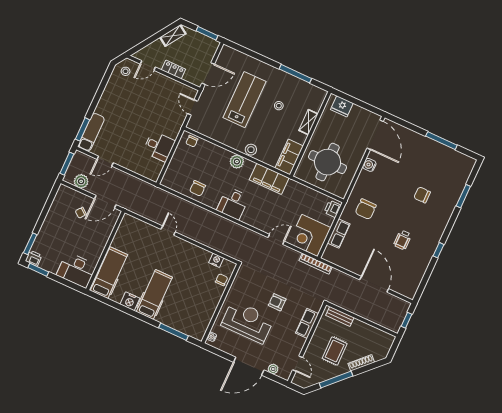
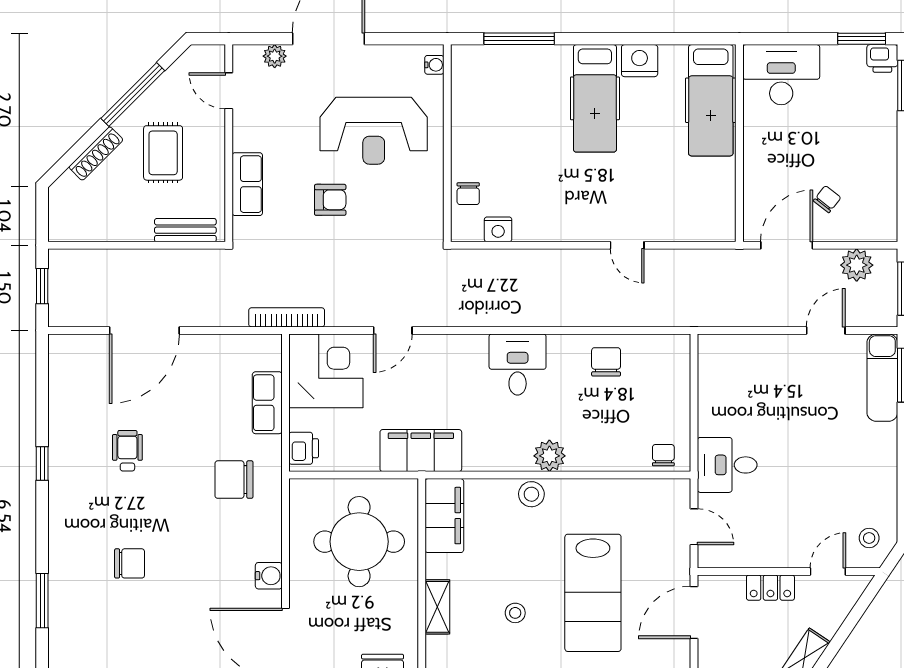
desk: (159, 146) -> (727, 465), moved
filing cabinet: (269, 179) -> (421, 451), moved
chair: (366, 209) -> (234, 480), turned -90
door: (374, 284) -> (144, 330), hinge flipped

